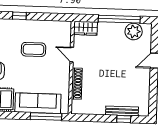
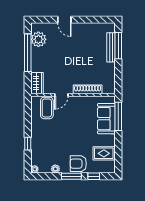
coffee table: (34, 49) -> (47, 108), moved
sofa: (38, 103) -> (106, 119), width x0.73
window: (124, 119) -> (118, 46), width x2.17

